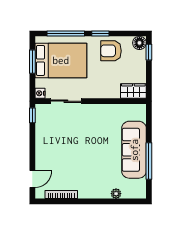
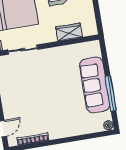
wardrobe: (133, 91) -> (69, 32), moved
plant: (116, 194) -> (108, 125), moved

